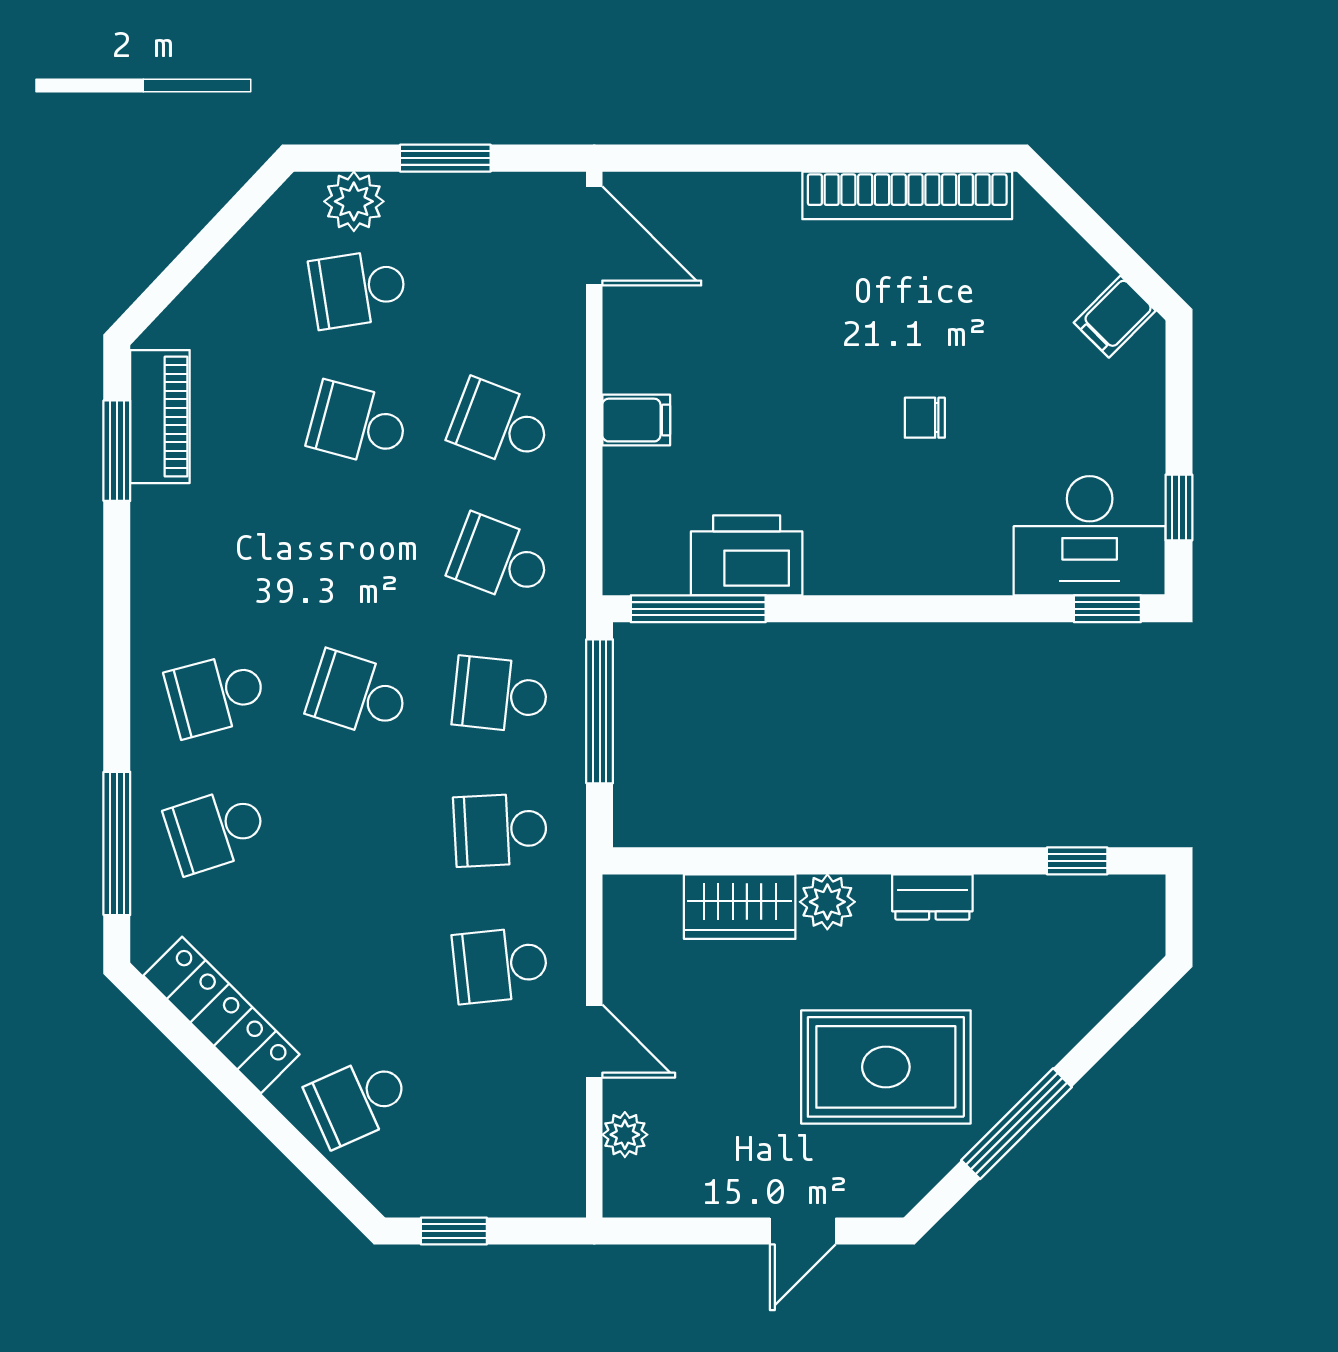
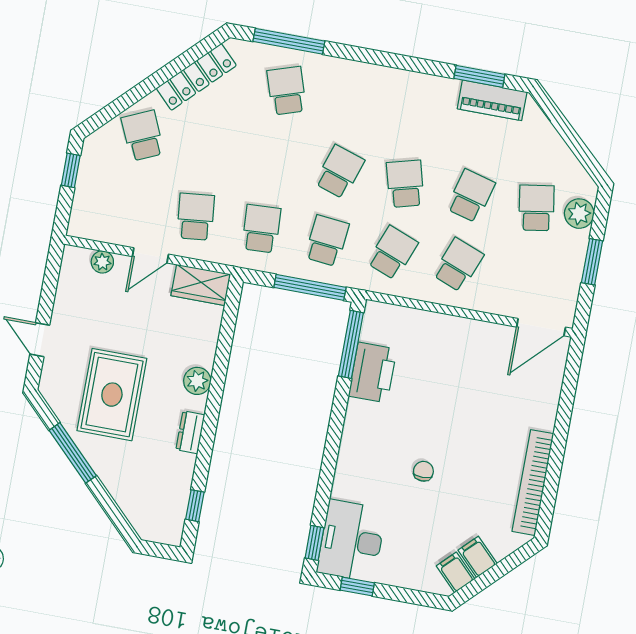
filing cabinet: (636, 420) -> (478, 557), moved, turned 135
school desk: (216, 695) -> (405, 184), moved
wardrobe: (740, 907) -> (201, 285), moved, turned -90

